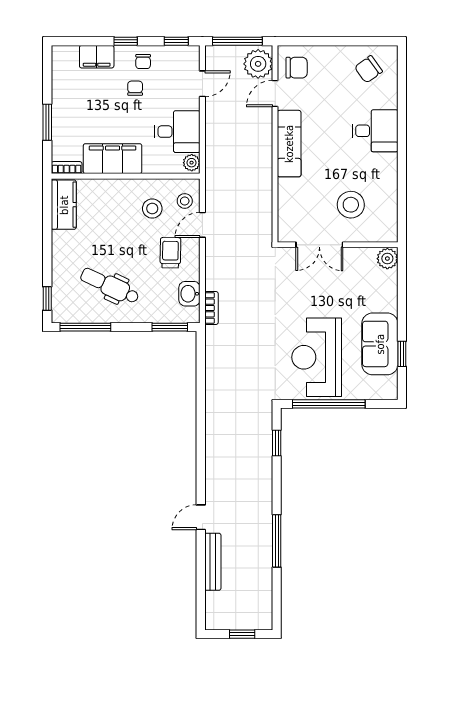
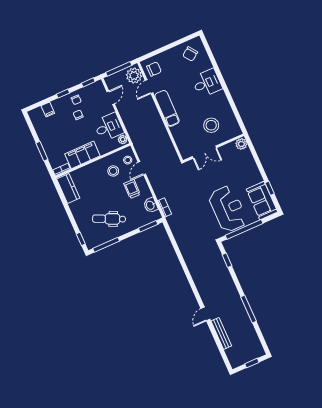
filing cabinet: (97, 57) -> (48, 110), width x0.50
sofa: (380, 344) -> (262, 201), moved
reception desk: (317, 357) -> (228, 209), turned 180

